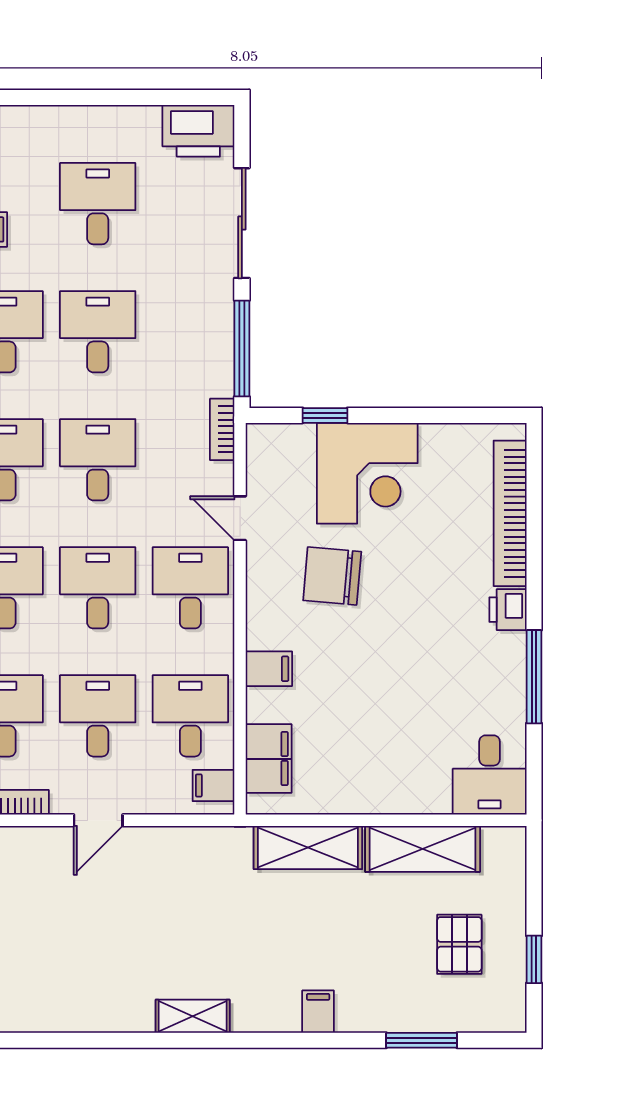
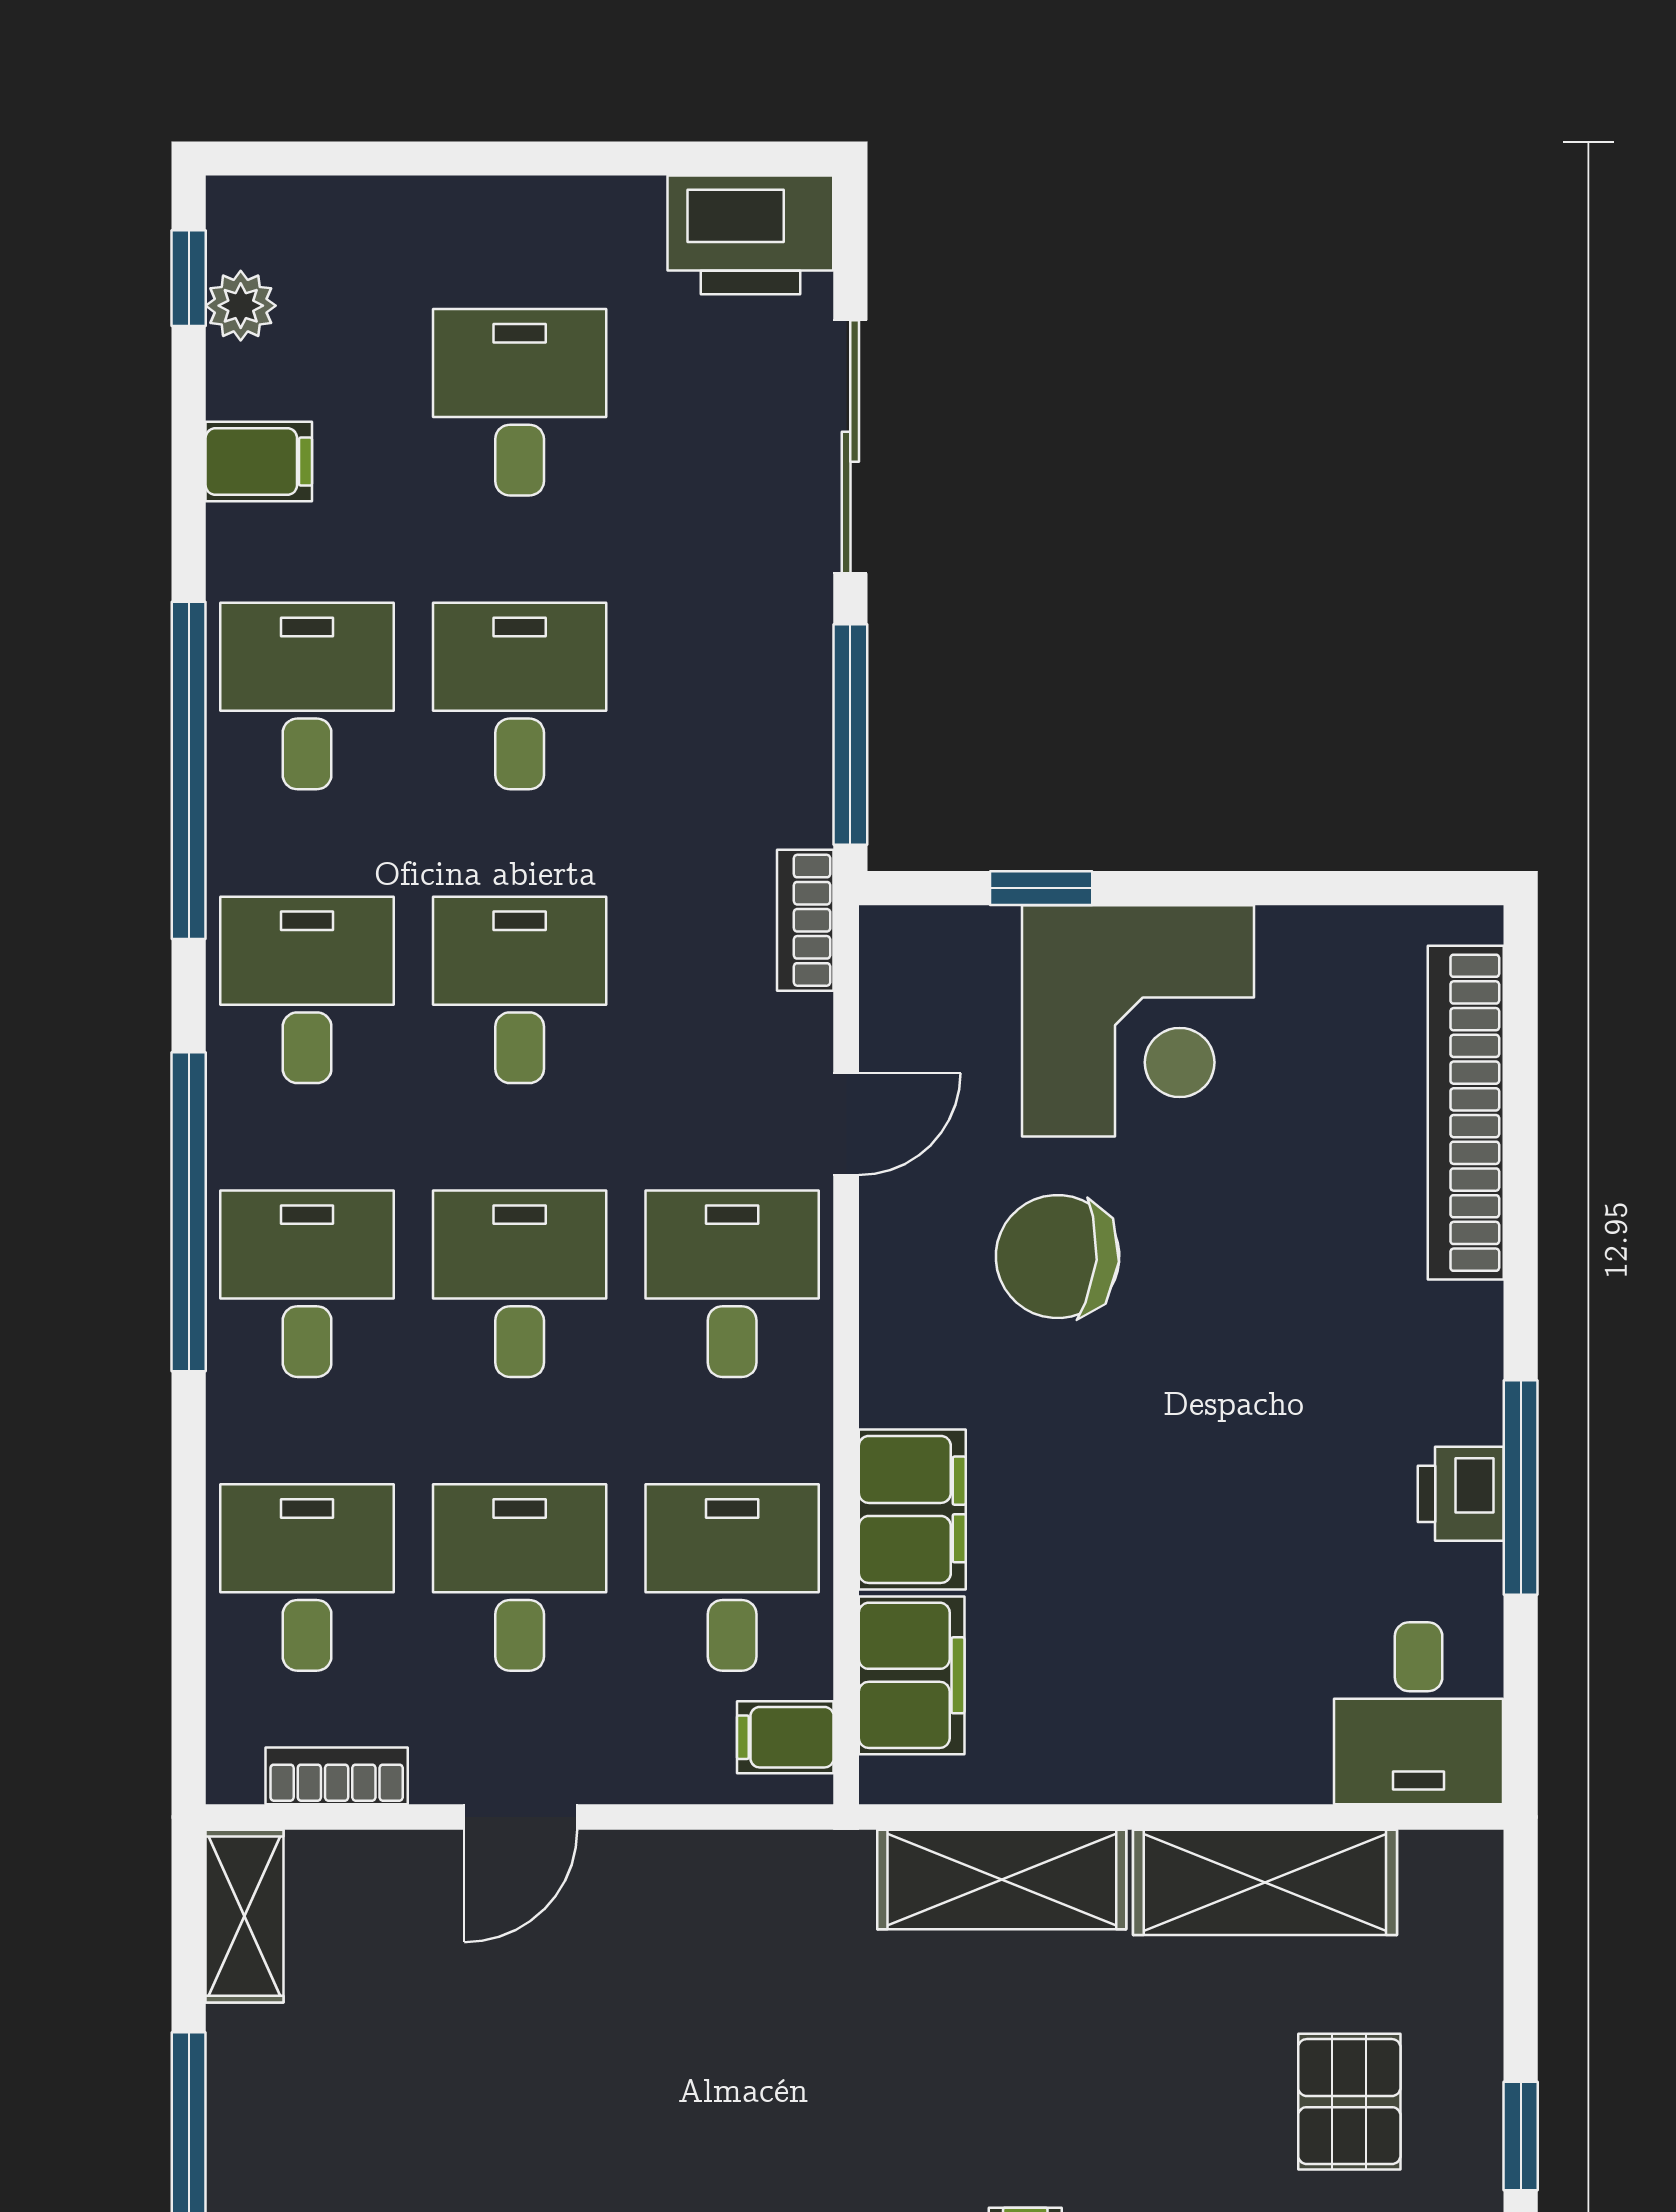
door: (240, 518) -> (846, 1124), swing flipped
printer: (508, 610) -> (1461, 1494), moved
filing cabinet: (269, 669) -> (912, 1509), width x2.00

